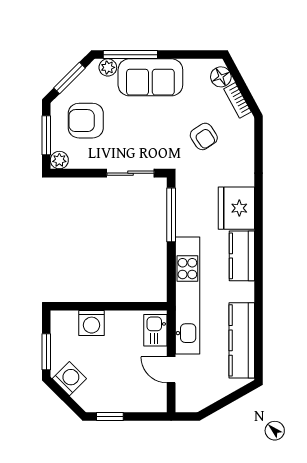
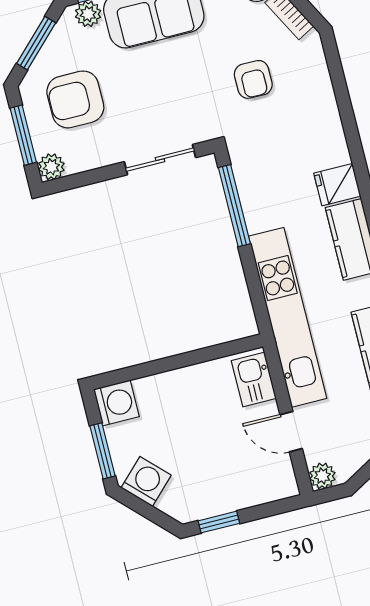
armchair: (204, 136) -> (253, 79), turned 34
fridge: (236, 208) -> (337, 185), width x0.53, depth x0.75
washing machine: (92, 323) -> (116, 403), moved, turned -90
plant: (184, 404) -> (322, 476), added

